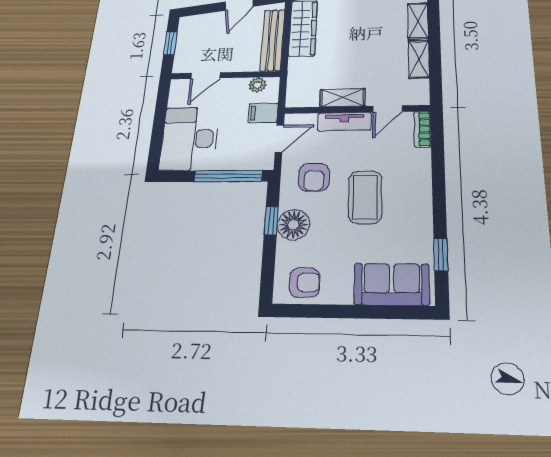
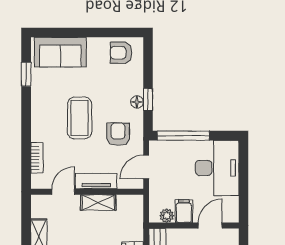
filing cabinet: (263, 113) -> (184, 211), moved, turned -90
bookcase: (423, 129) -> (37, 158), moved
floor lamp: (293, 225) -> (137, 102), width x0.53, depth x0.53

